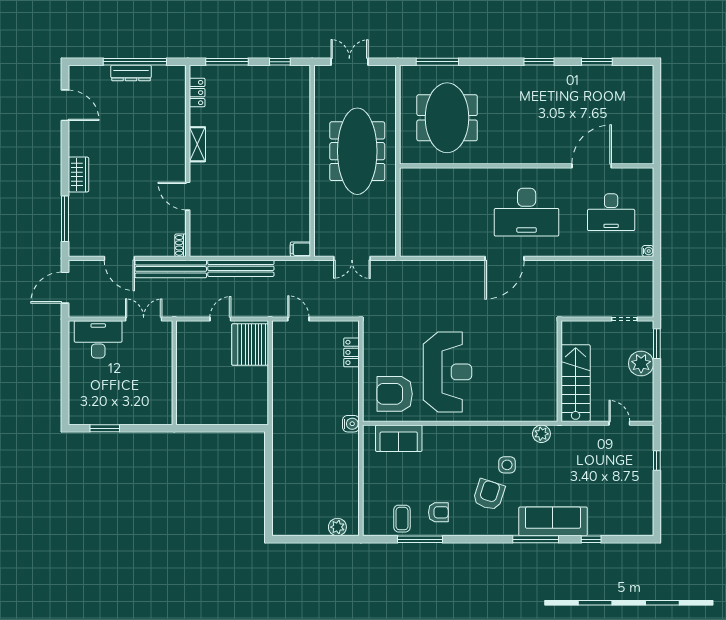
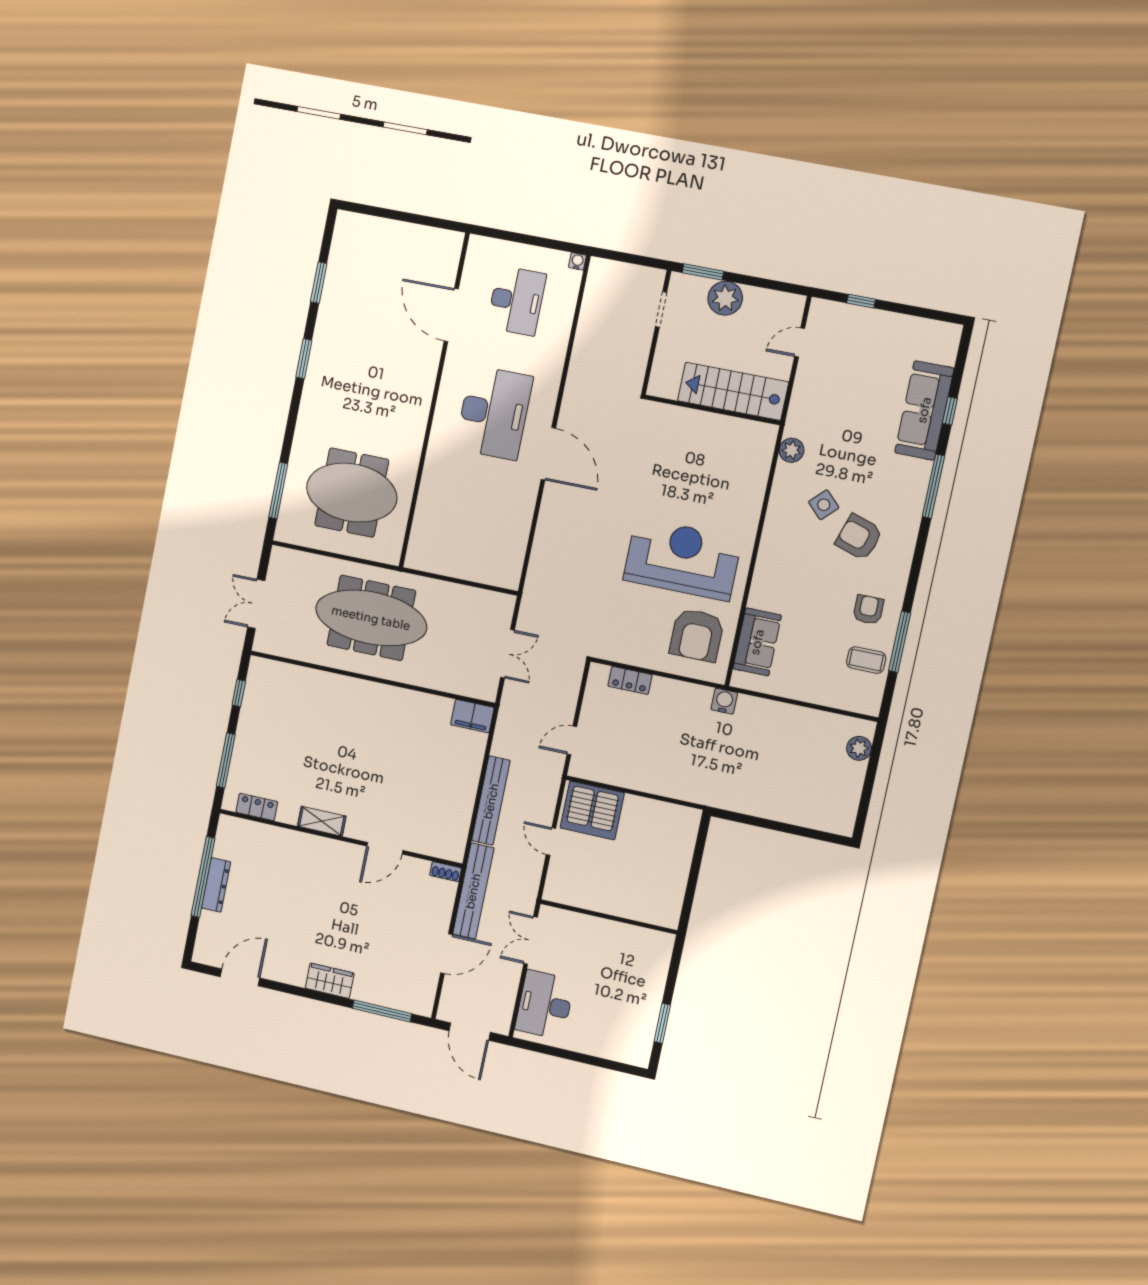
filing cabinet: (300, 249) -> (472, 716), width x2.00
side table: (507, 465) -> (824, 505), turned 45
sofa: (553, 521) -> (924, 410), moved

